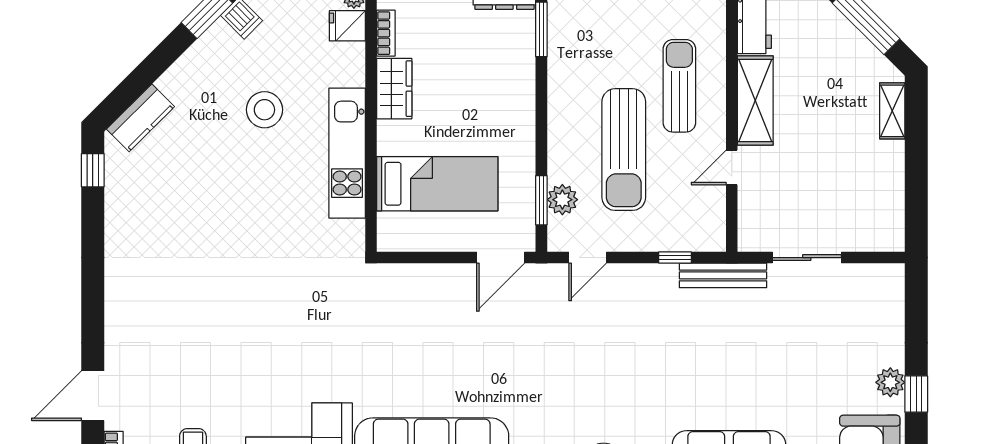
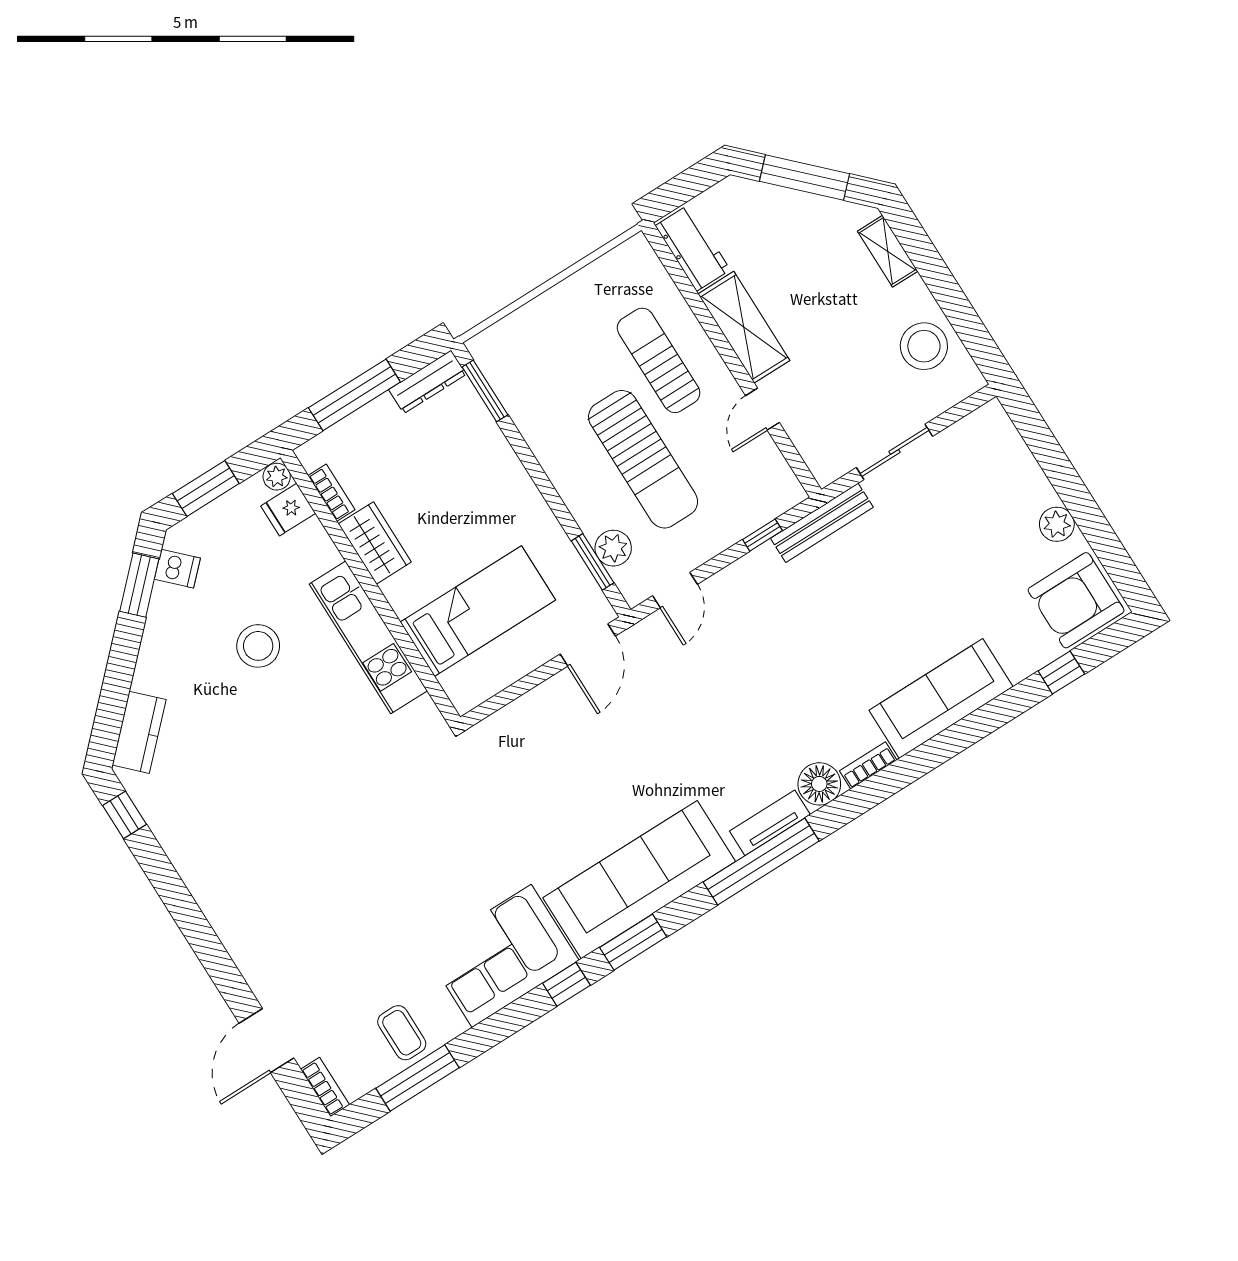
stool: (875, 195) -> (924, 346), added
window: (916, 394) -> (1090, 520), removed

